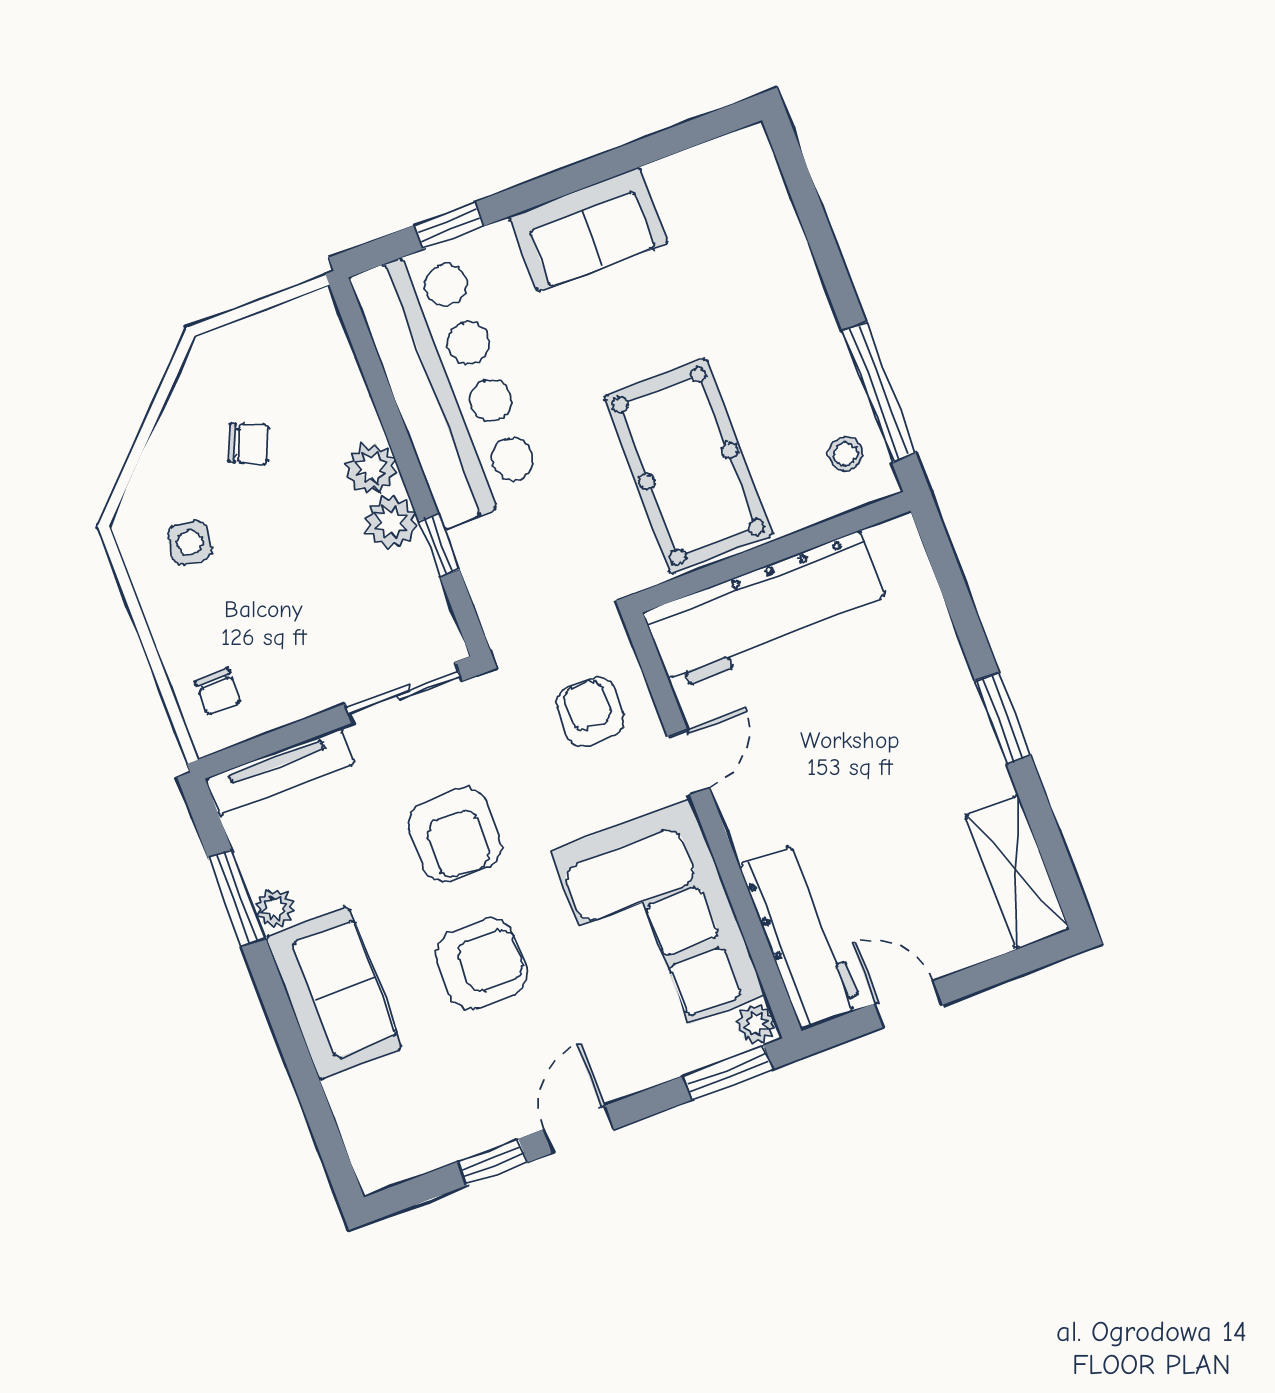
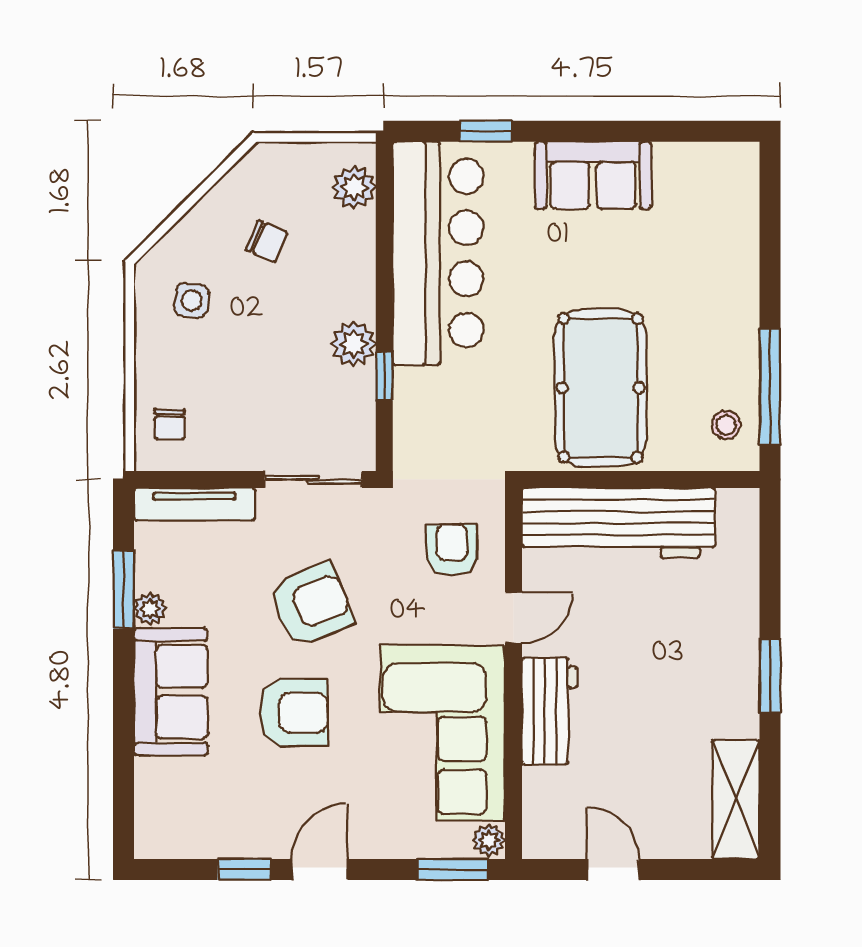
plant: (371, 468) -> (354, 187), moved
armchair: (455, 835) -> (311, 605), turned -112
workbench: (801, 937) -> (549, 711), moved, width x0.73

